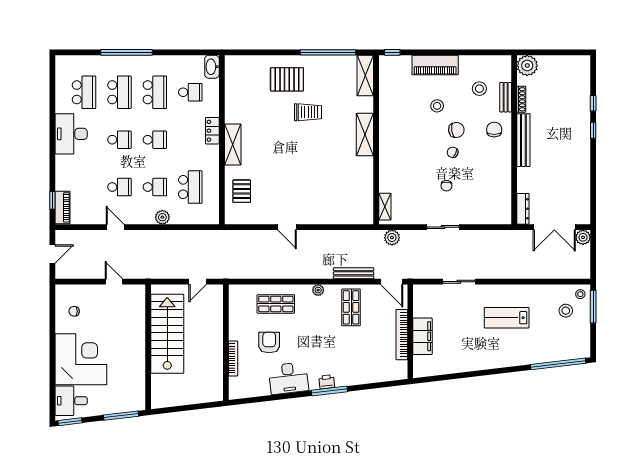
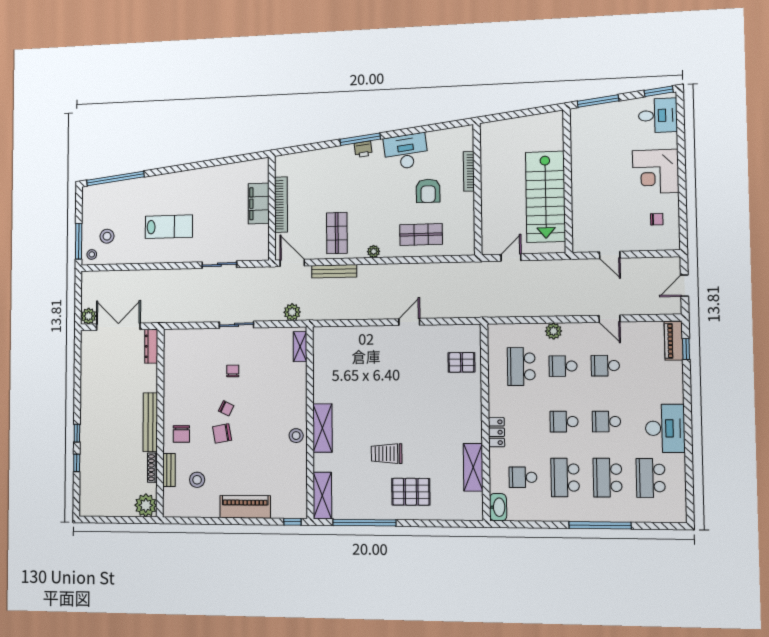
stool: (437, 106) -> (296, 436), moved
shelving: (233, 144) -> (473, 467), moved
pallet: (242, 191) -> (461, 362), turned 90
door: (287, 227) -> (409, 322), hinge flipped
corner desk: (81, 359) -> (656, 171), width x0.74, depth x0.74

